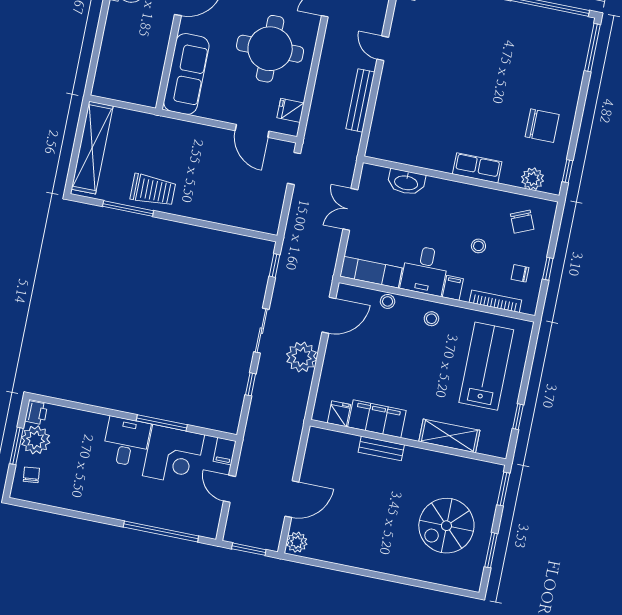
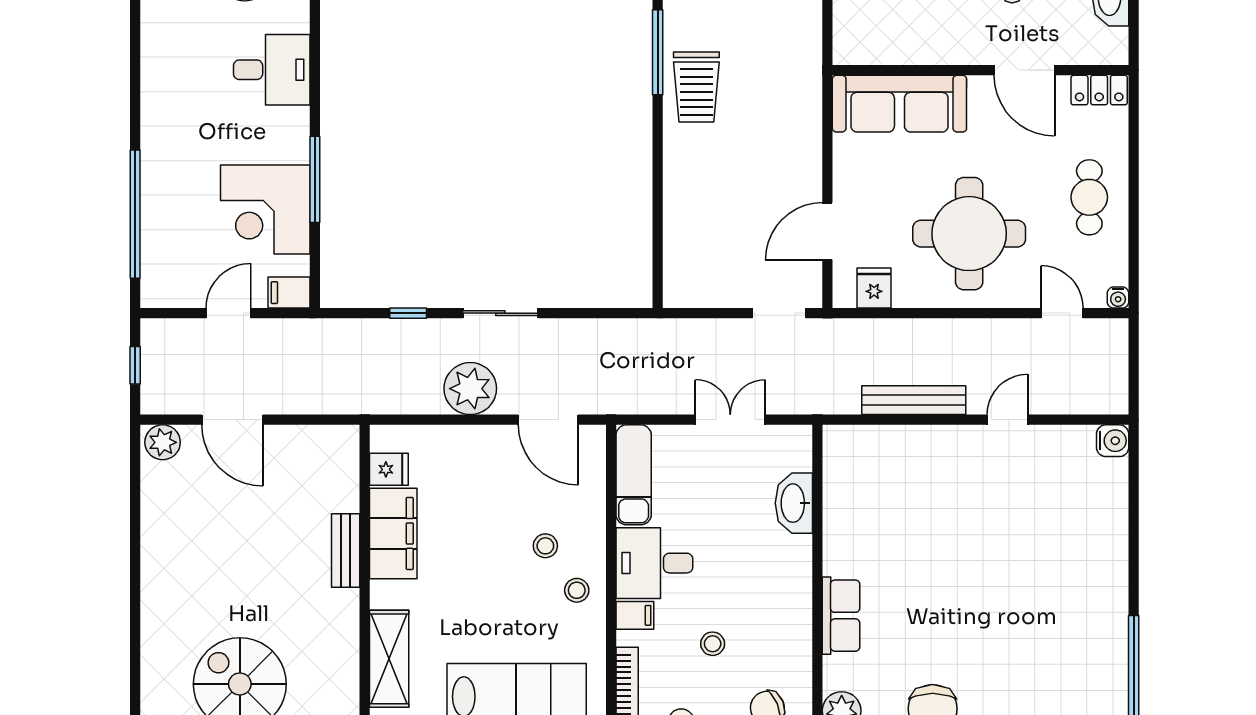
window: (274, 265) -> (612, 313), removed
stool: (388, 301) -> (545, 546), moved
desk: (126, 442) -> (272, 70), moved
window: (249, 549) -> (135, 365), width x0.67

